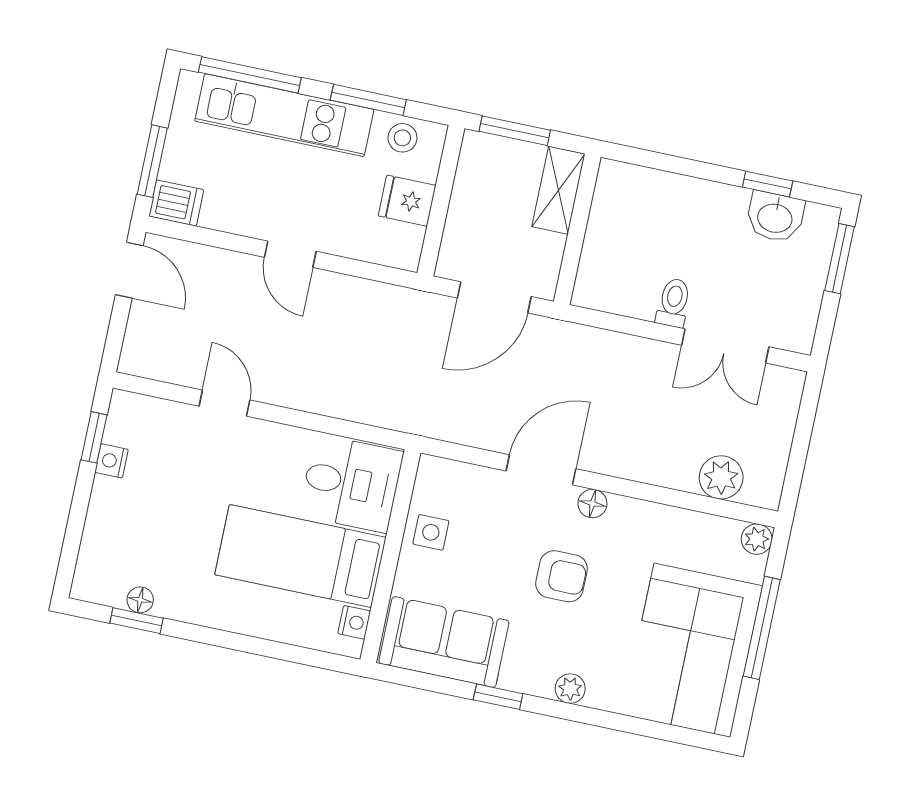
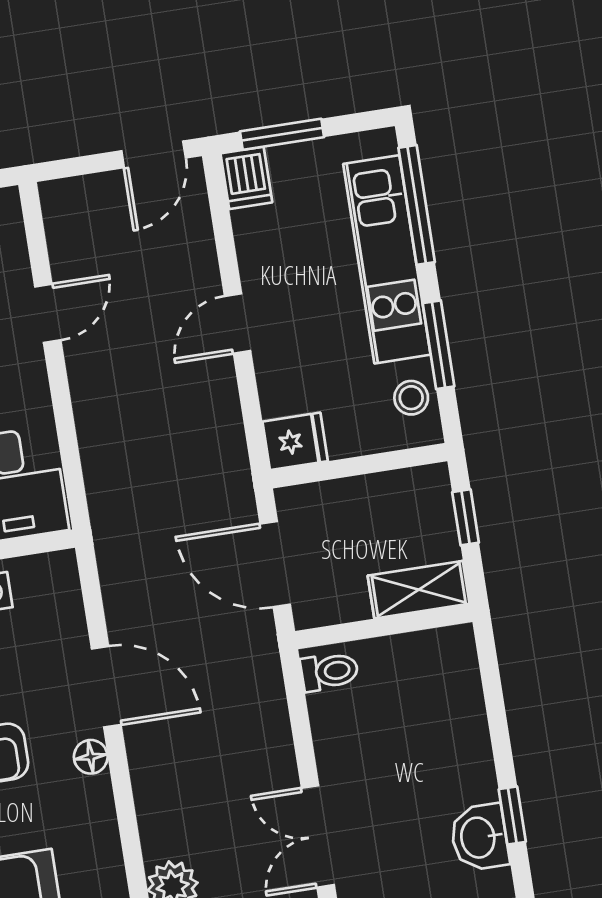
window: (515, 131) -> (466, 517), width x0.67
fridge: (407, 201) -> (295, 441), moved, turned 90
toilet: (673, 303) -> (329, 672), moved

